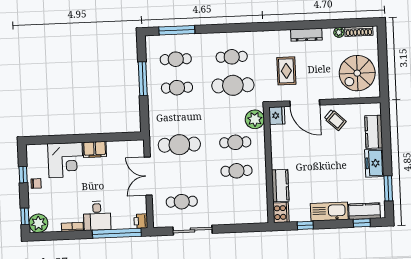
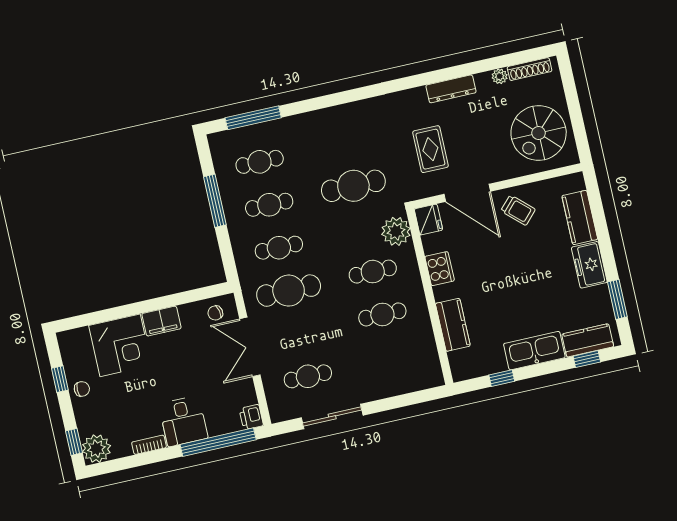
cafe table: (232, 57) -> (279, 248), moved
chair: (130, 150) -> (215, 313), added
cooker: (281, 213) -> (440, 269), moved

